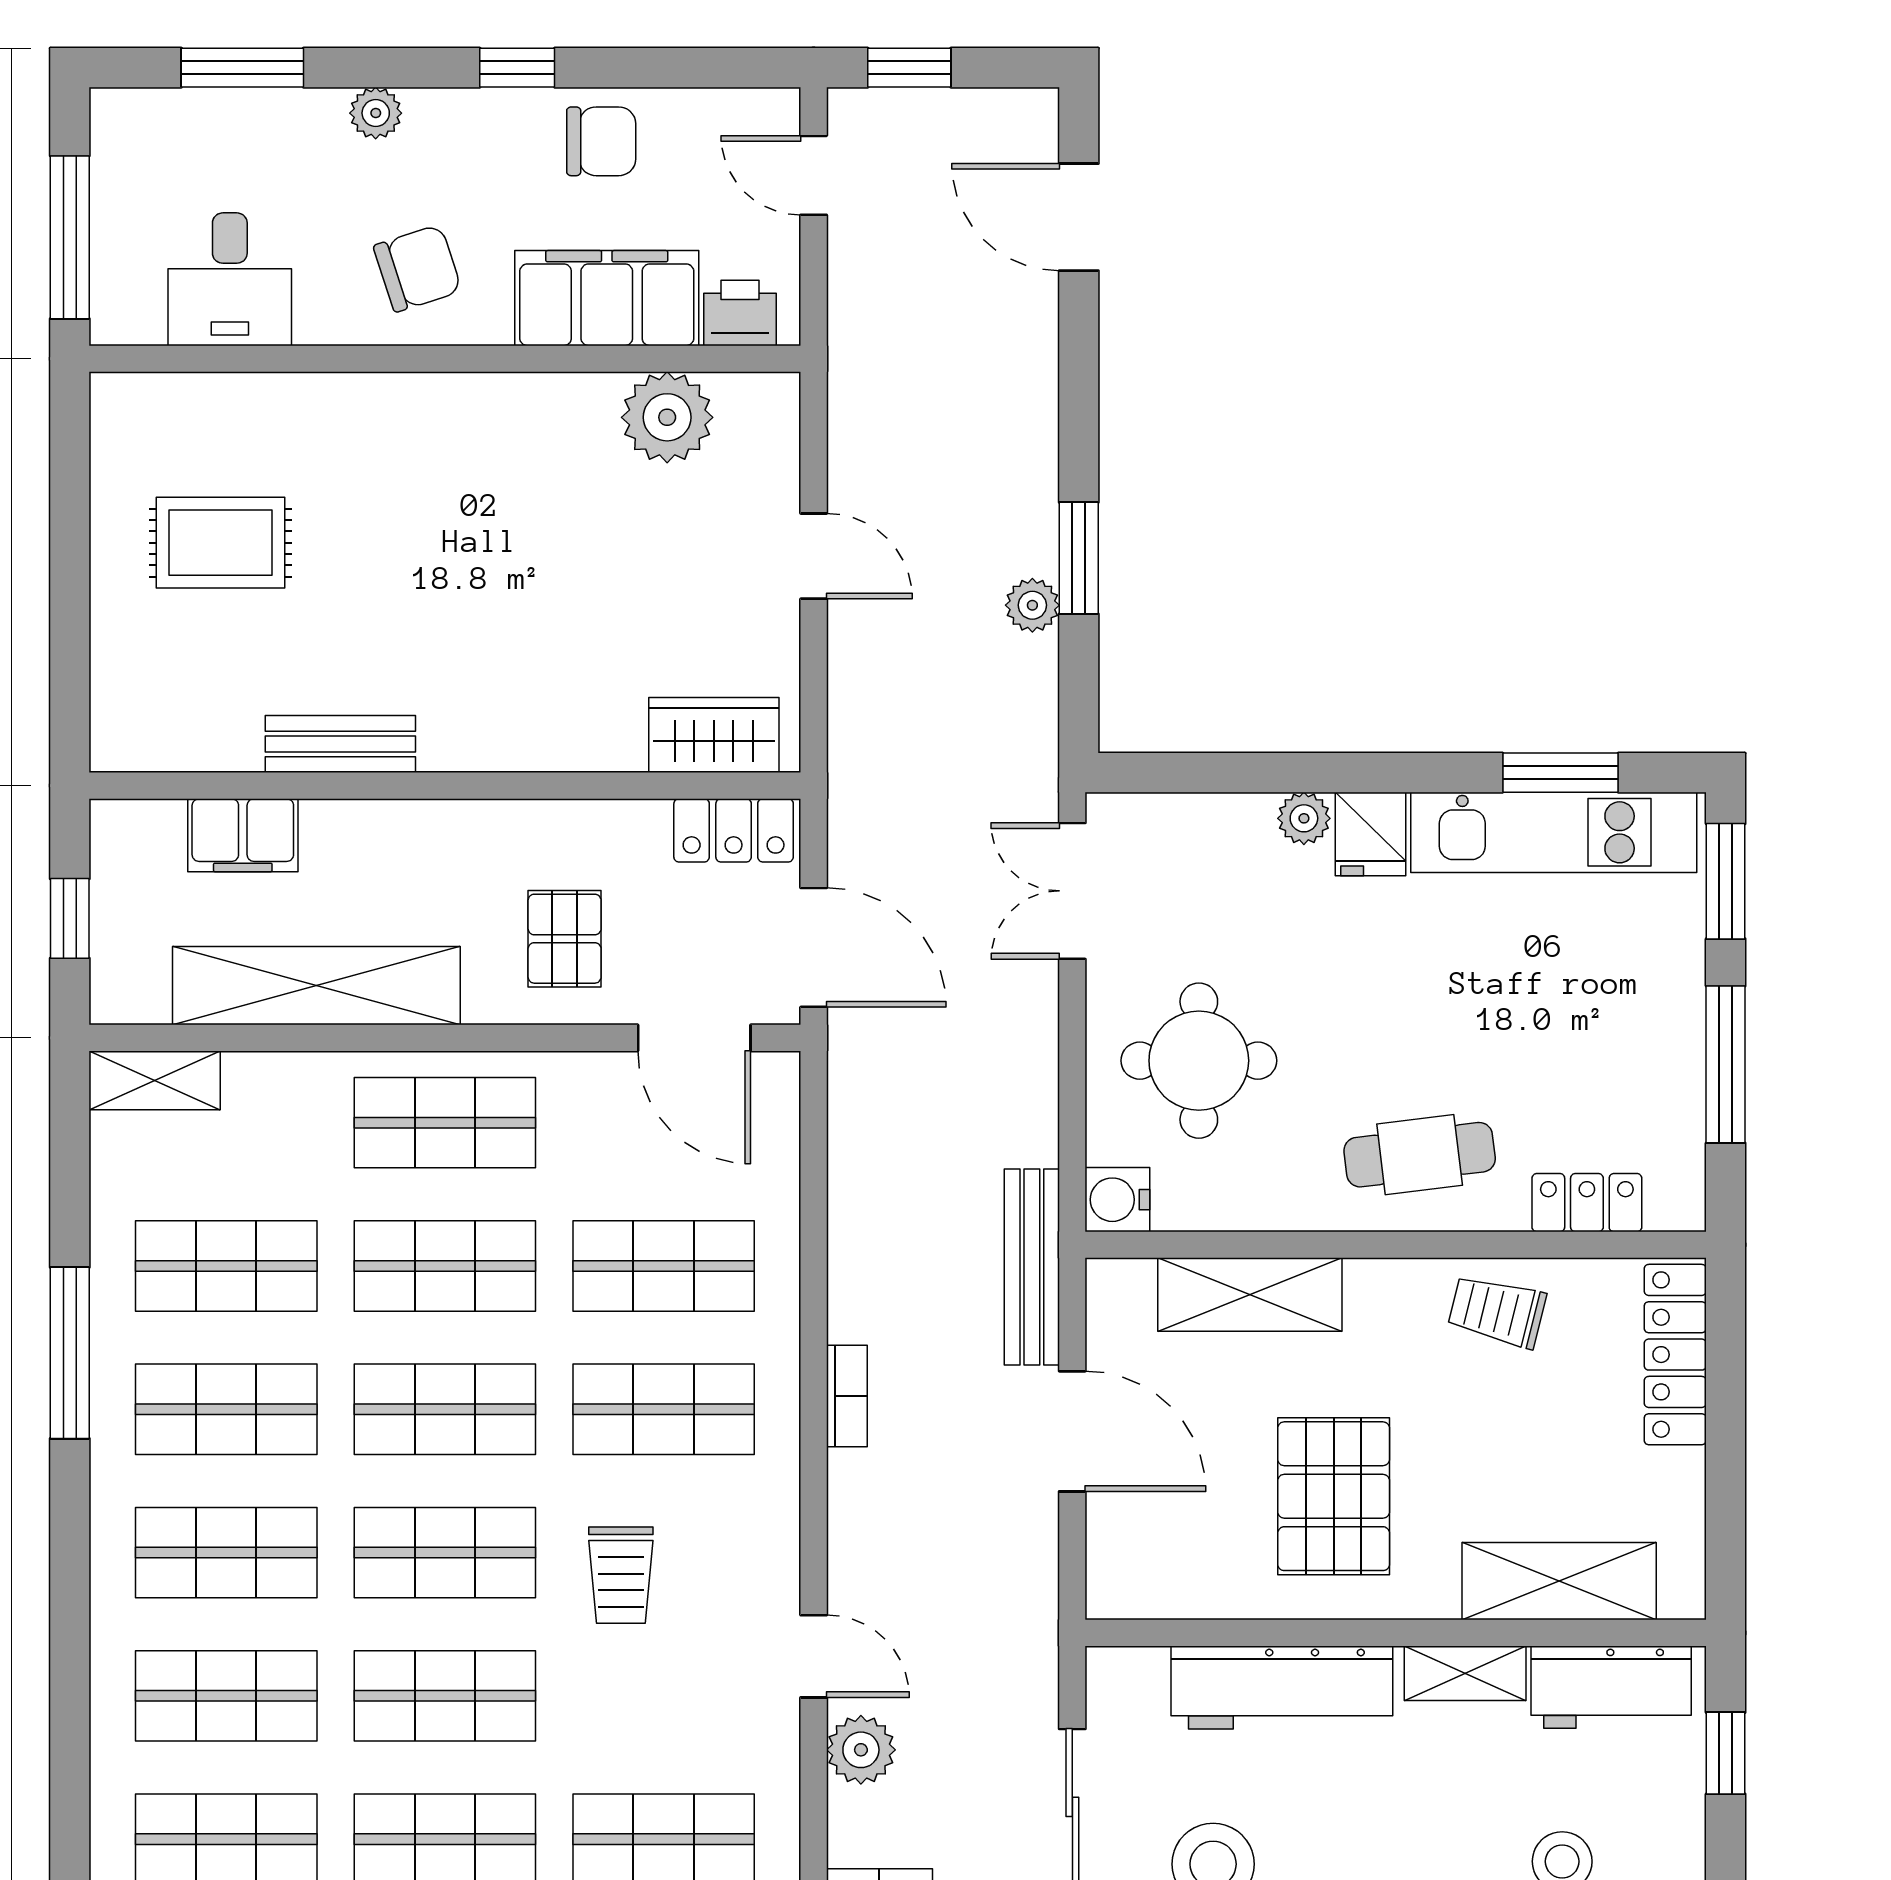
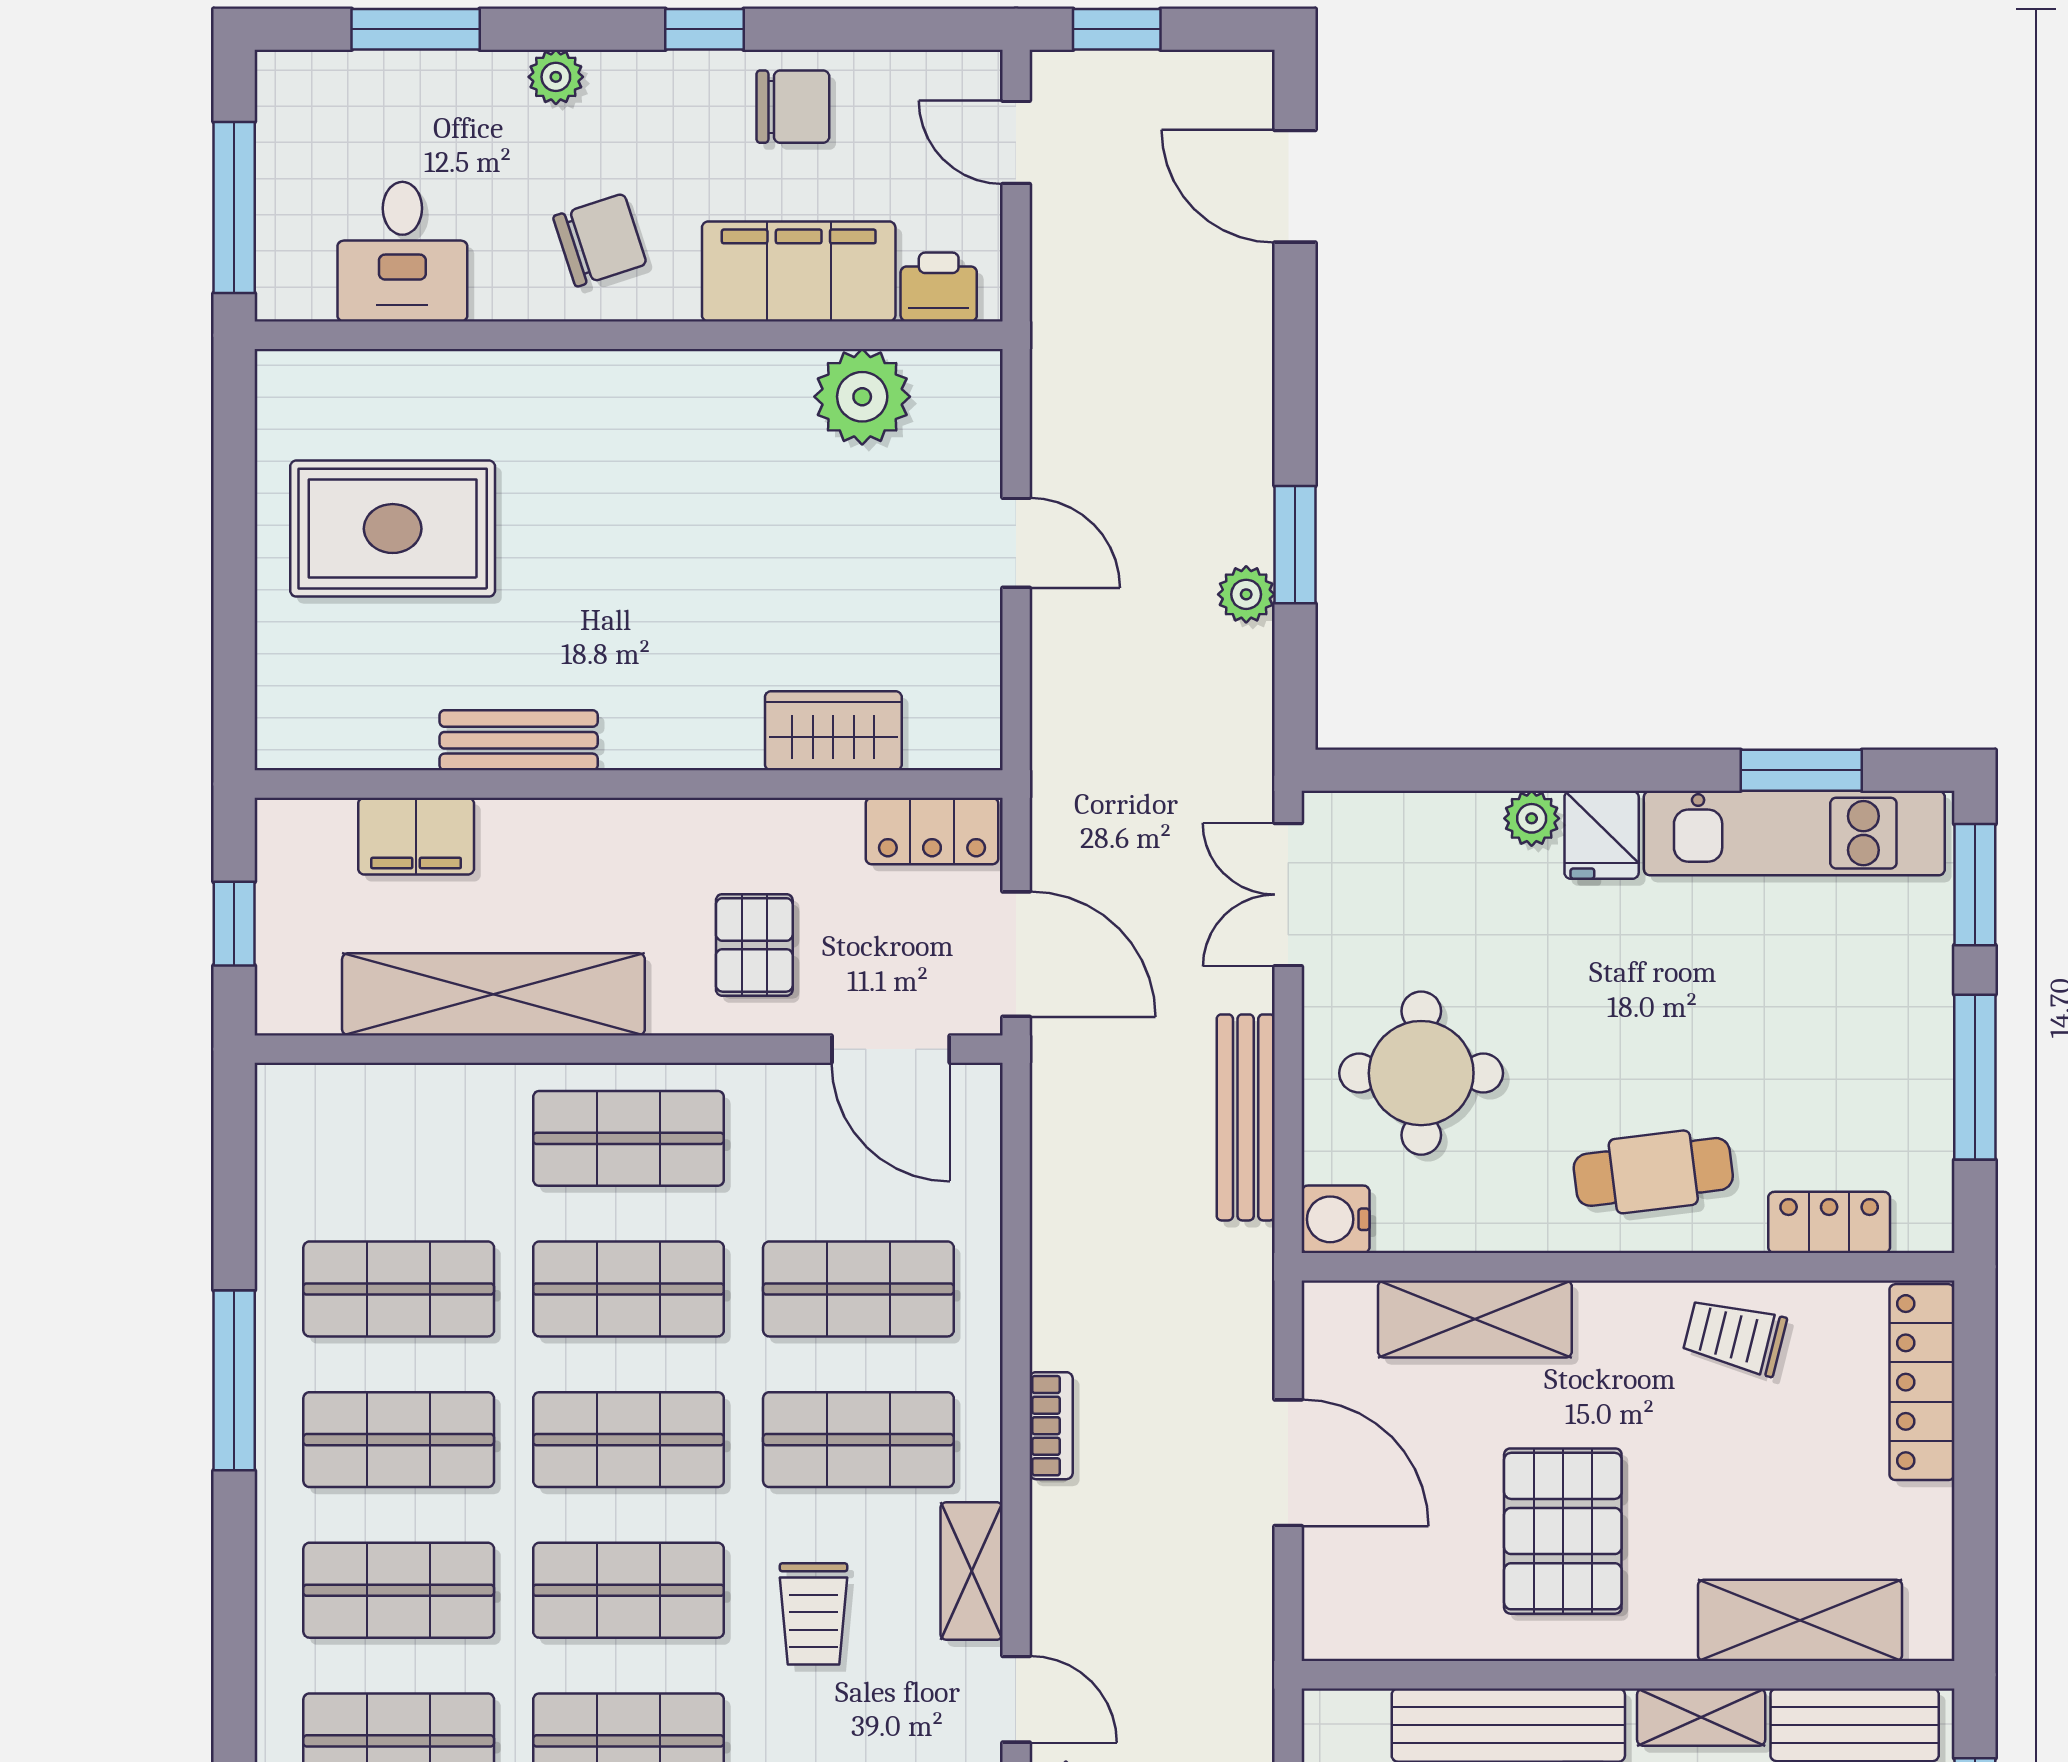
rug: (220, 543) -> (393, 529), width x1.36, depth x1.43
wardrobe: (714, 735) -> (833, 731), moved
shelving: (155, 1080) -> (972, 1571), moved, turned 90
bench: (1032, 1267) -> (1246, 1117), moved

